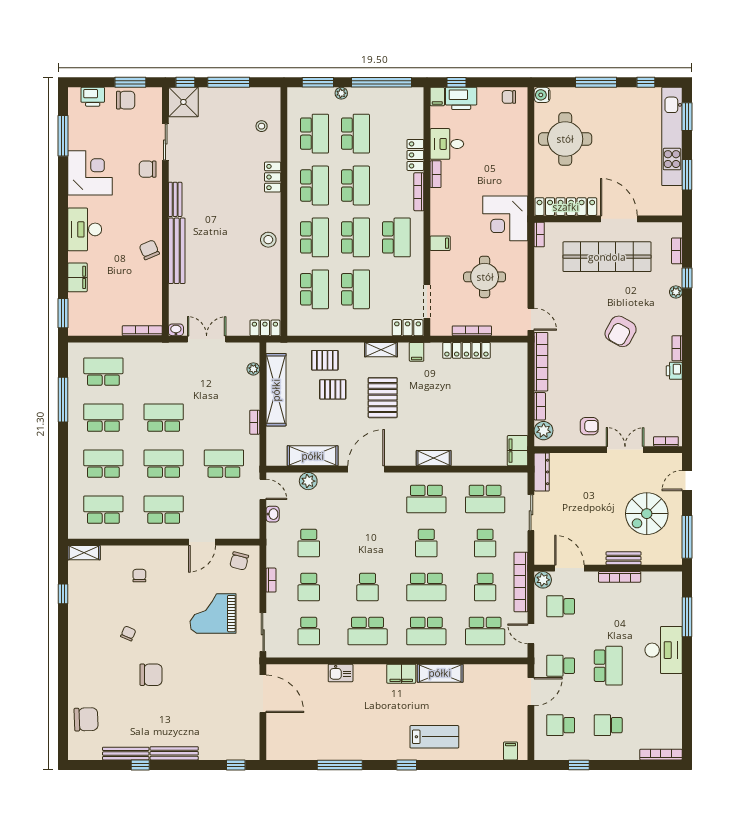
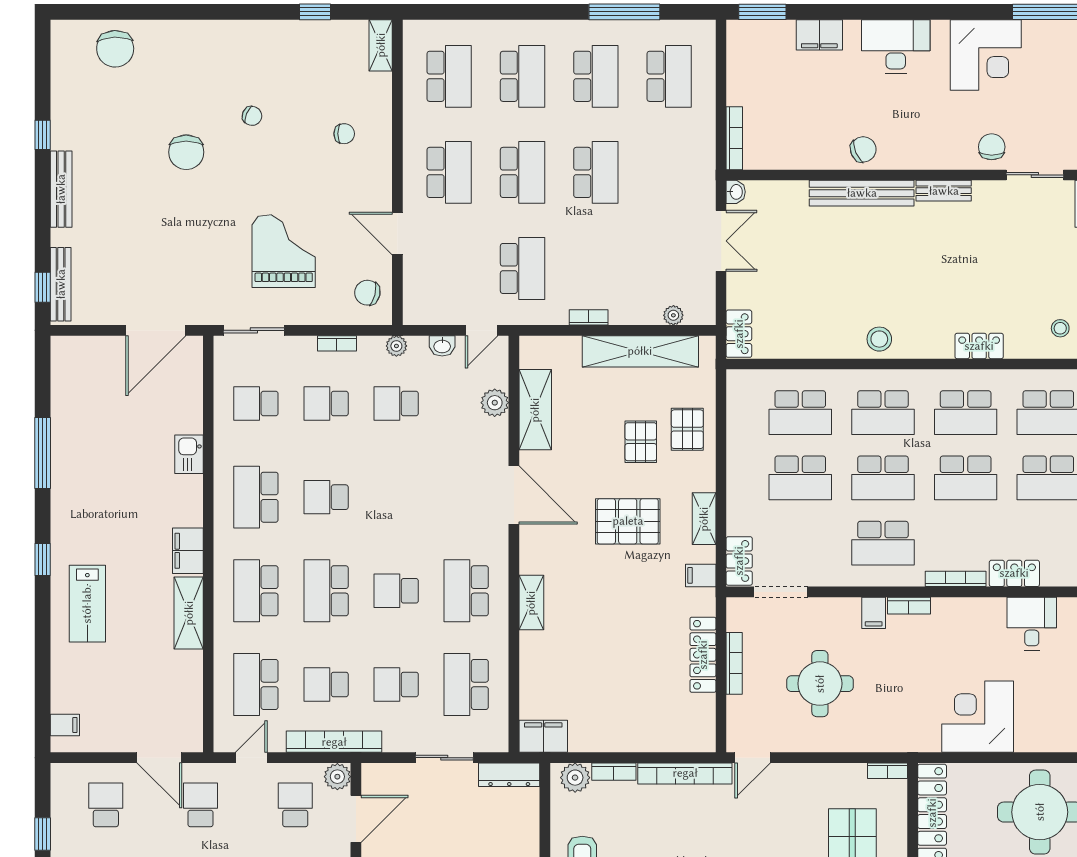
bookcase: (436, 174) -> (909, 606), moved
corner desk: (505, 218) -> (978, 717), moved
plant: (273, 543) -> (396, 346), added
bench: (126, 754) -> (61, 284), moved

